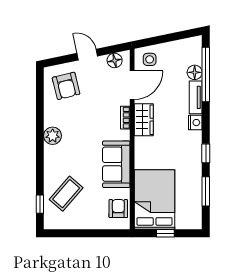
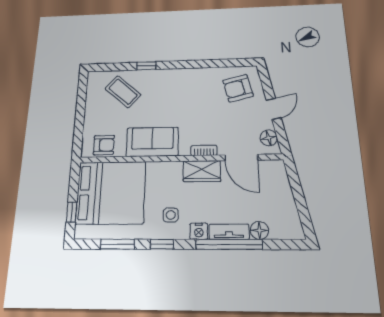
side table: (150, 59) -> (171, 215), moved
window: (206, 75) -> (229, 244), moved
plant: (53, 136) -> (184, 77), removed
bed: (155, 200) -> (111, 192), width x1.36
window: (40, 204) -> (146, 66), moved
window: (165, 233) -> (72, 212), moved

